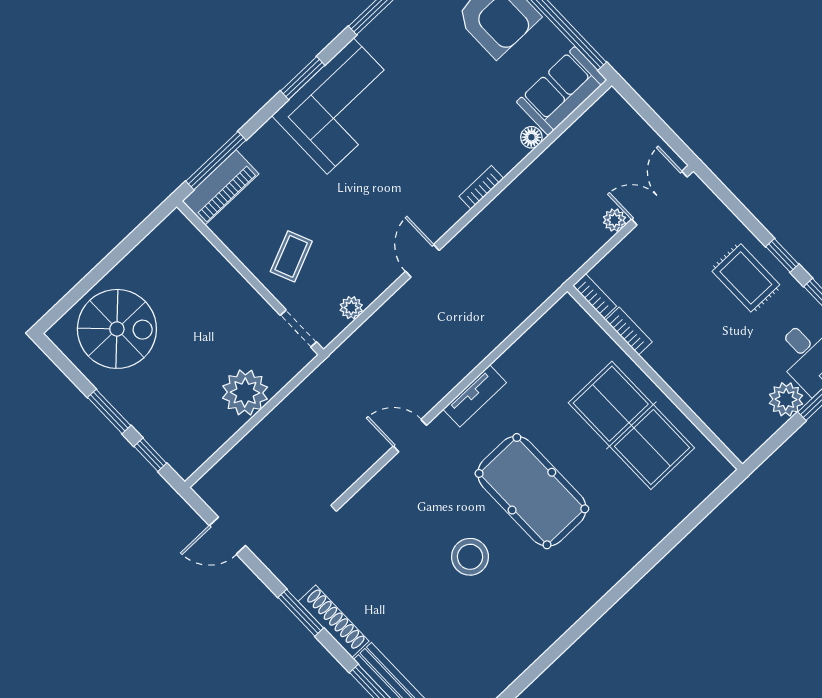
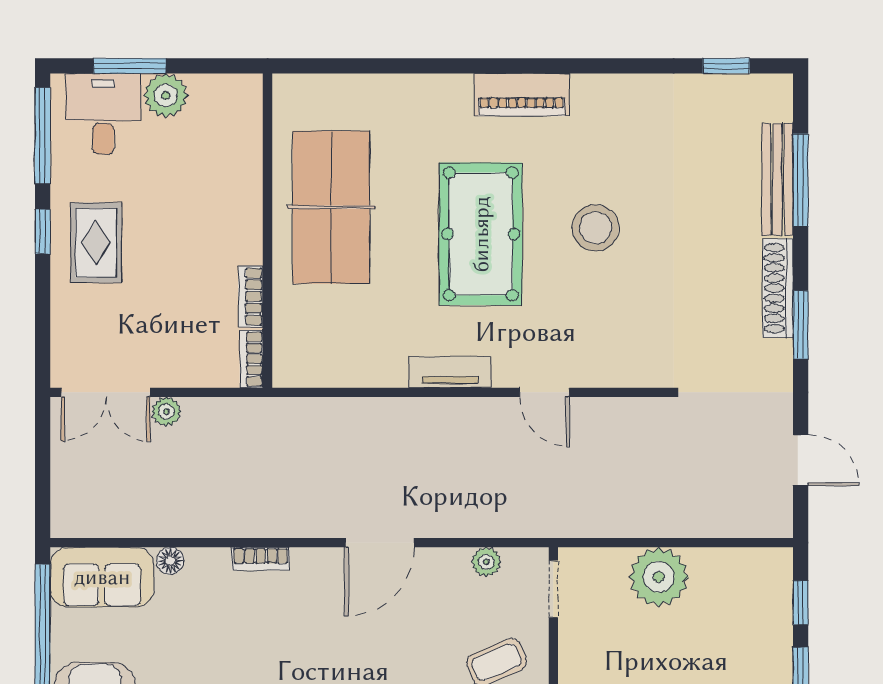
door: (422, 261) -> (380, 543), width x1.38
piano: (584, 592) -> (522, 95), added

